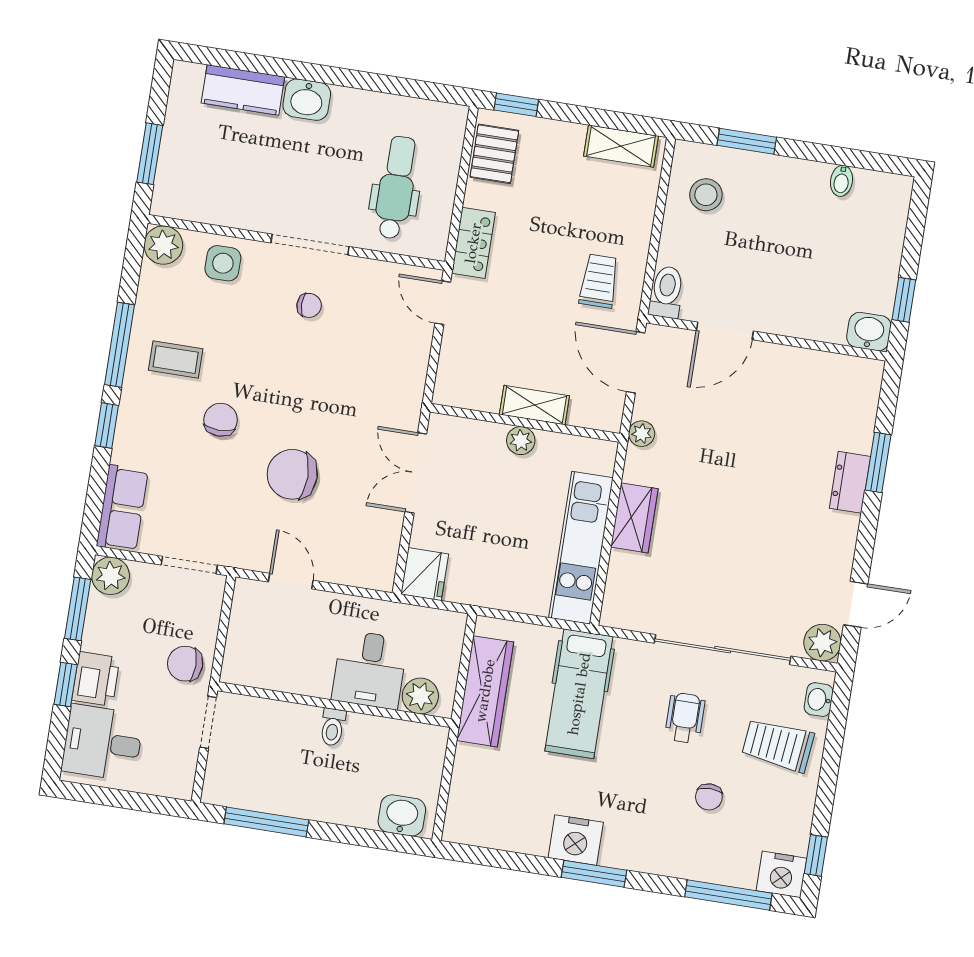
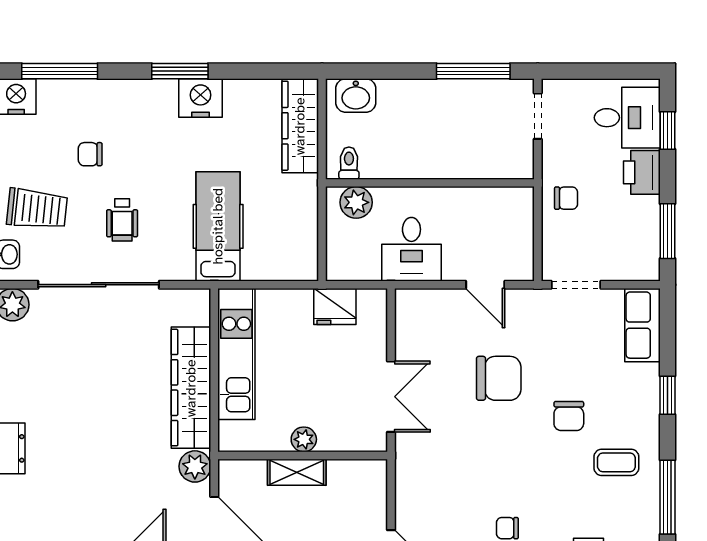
window: (119, 345) -> (667, 497), moved
plant: (642, 434) -> (195, 466), width x1.38, depth x1.38
wardrobe: (634, 518) -> (191, 388), width x2.10, depth x1.17
fridge: (425, 574) -> (335, 306), moved, turned -90
plant: (111, 576) -> (643, 264), removed
chair: (185, 664) -> (566, 198), width x0.73, depth x0.73
desk: (370, 670) -> (411, 249), moved, turned 180
window: (66, 684) -> (667, 131), moved
wardrobe: (485, 691) -> (300, 126), moved
doorway: (208, 722) -> (538, 116), moved
toilet: (333, 727) -> (349, 163), moved
chair: (709, 797) -> (90, 154), turned -90

